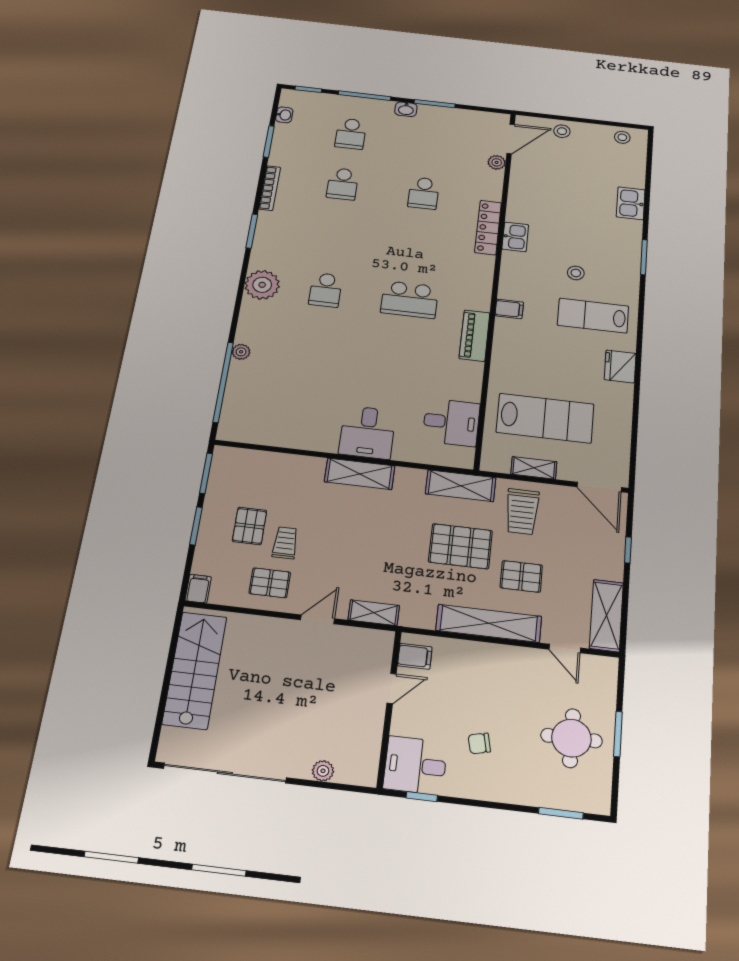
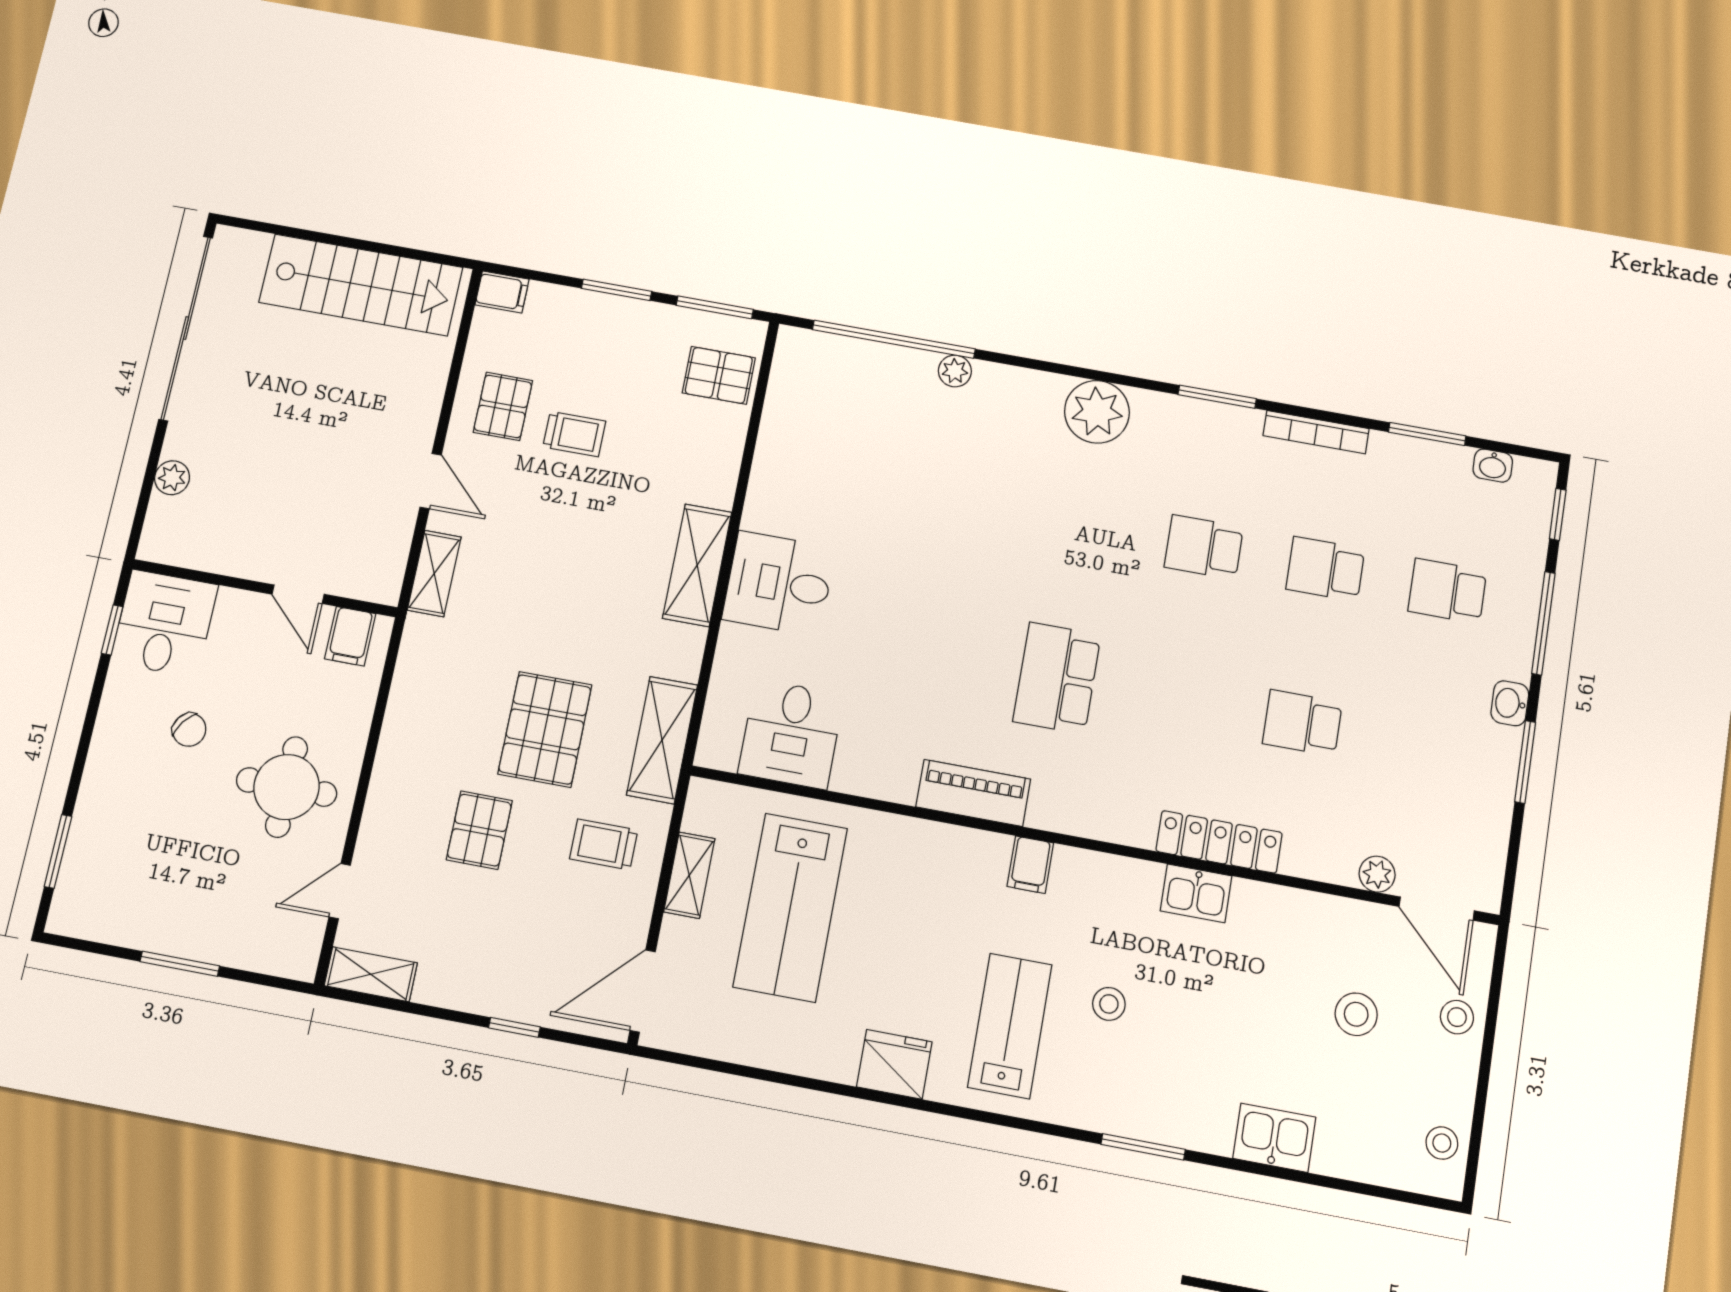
stool: (566, 171) -> (1356, 1014), added
school desk: (326, 290) -> (1204, 547), moved
trolley: (522, 512) -> (604, 844), width x0.73, depth x0.72
pallet: (250, 526) -> (719, 375), moved
shelving: (606, 615) -> (371, 974), width x0.67, depth x0.75
shelving: (489, 623) -> (398, 765), removed
round table: (571, 738) -> (287, 787), moved
chair: (479, 743) -> (189, 730), turned 139

